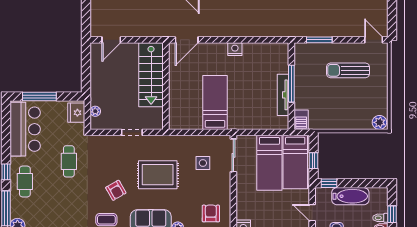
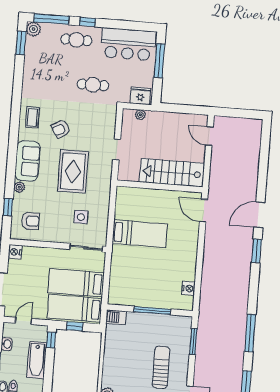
nightstand: (235, 49) -> (188, 288), moved
tv unit: (283, 95) -> (142, 301), removed

